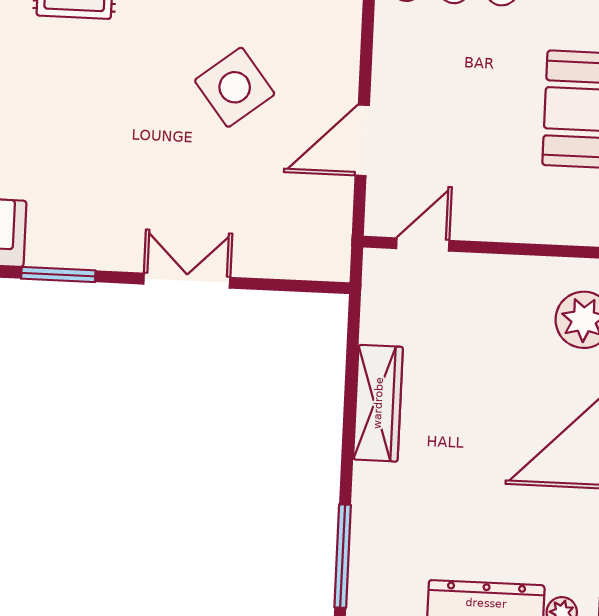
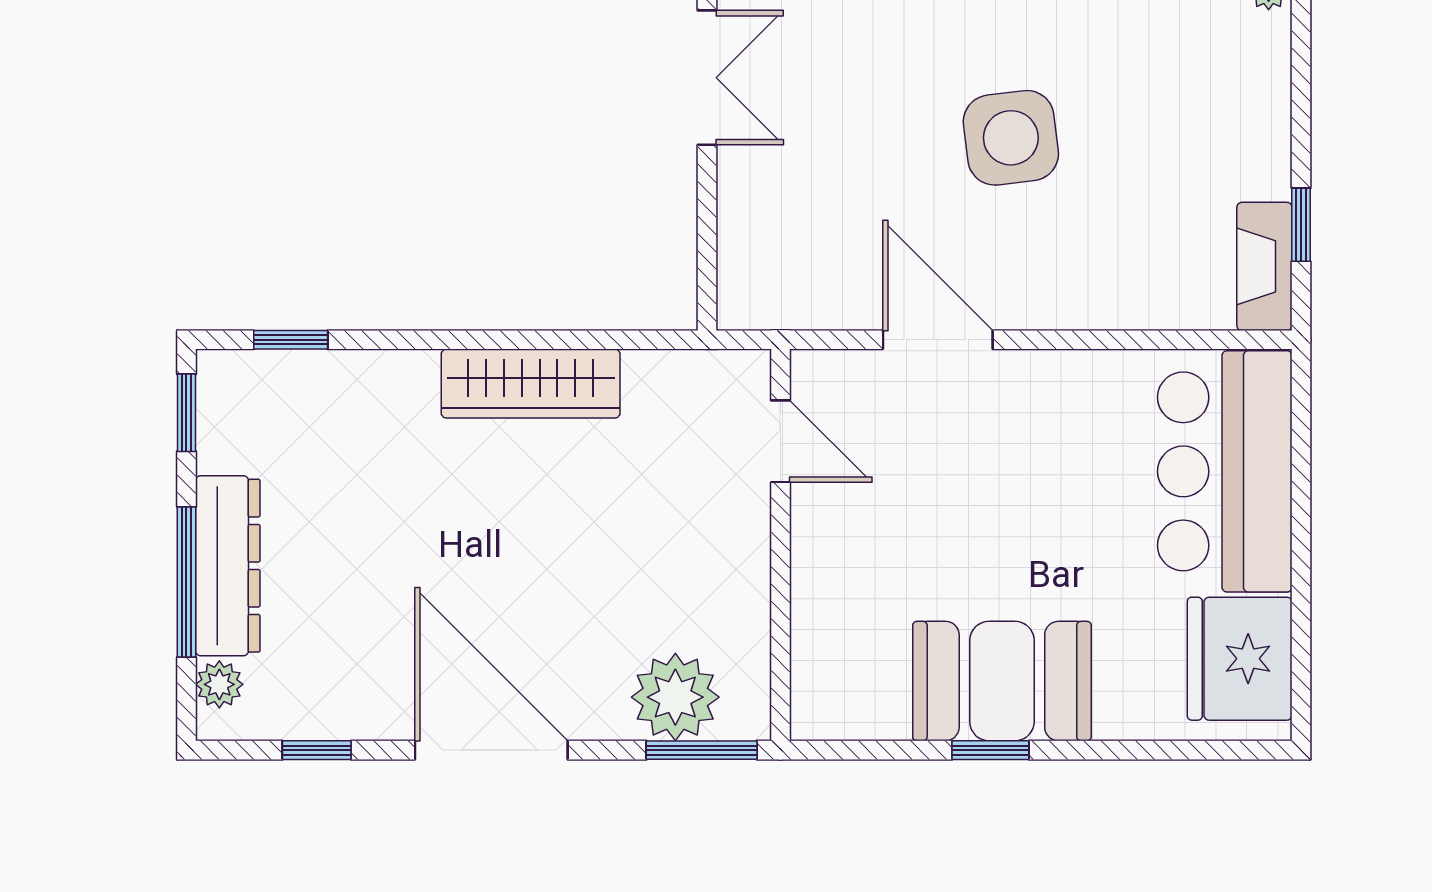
side table: (235, 87) -> (1011, 138), turned 31
window: (343, 556) -> (291, 340), width x0.46

